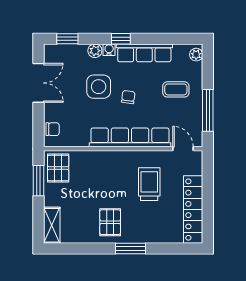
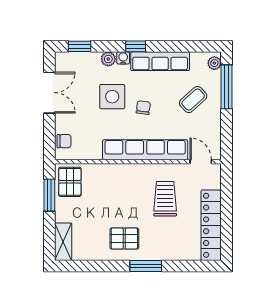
coffee table: (176, 89) -> (193, 100), turned -42
window: (208, 110) -> (226, 87), moved
pallet: (110, 222) -> (124, 239), turned 90

